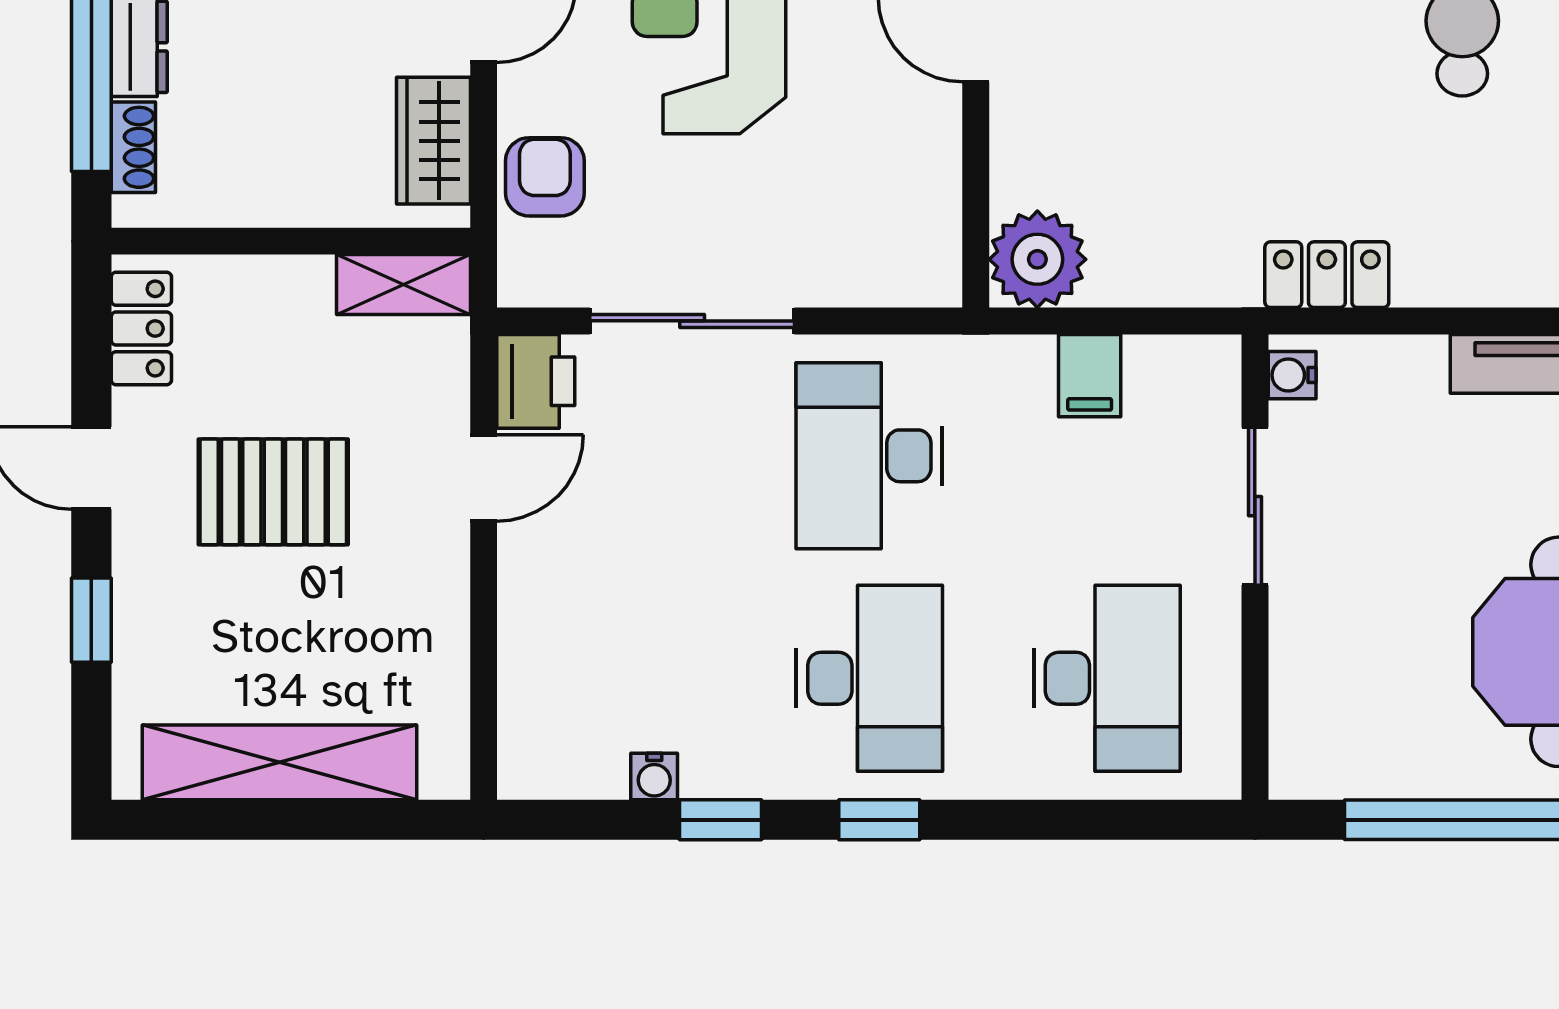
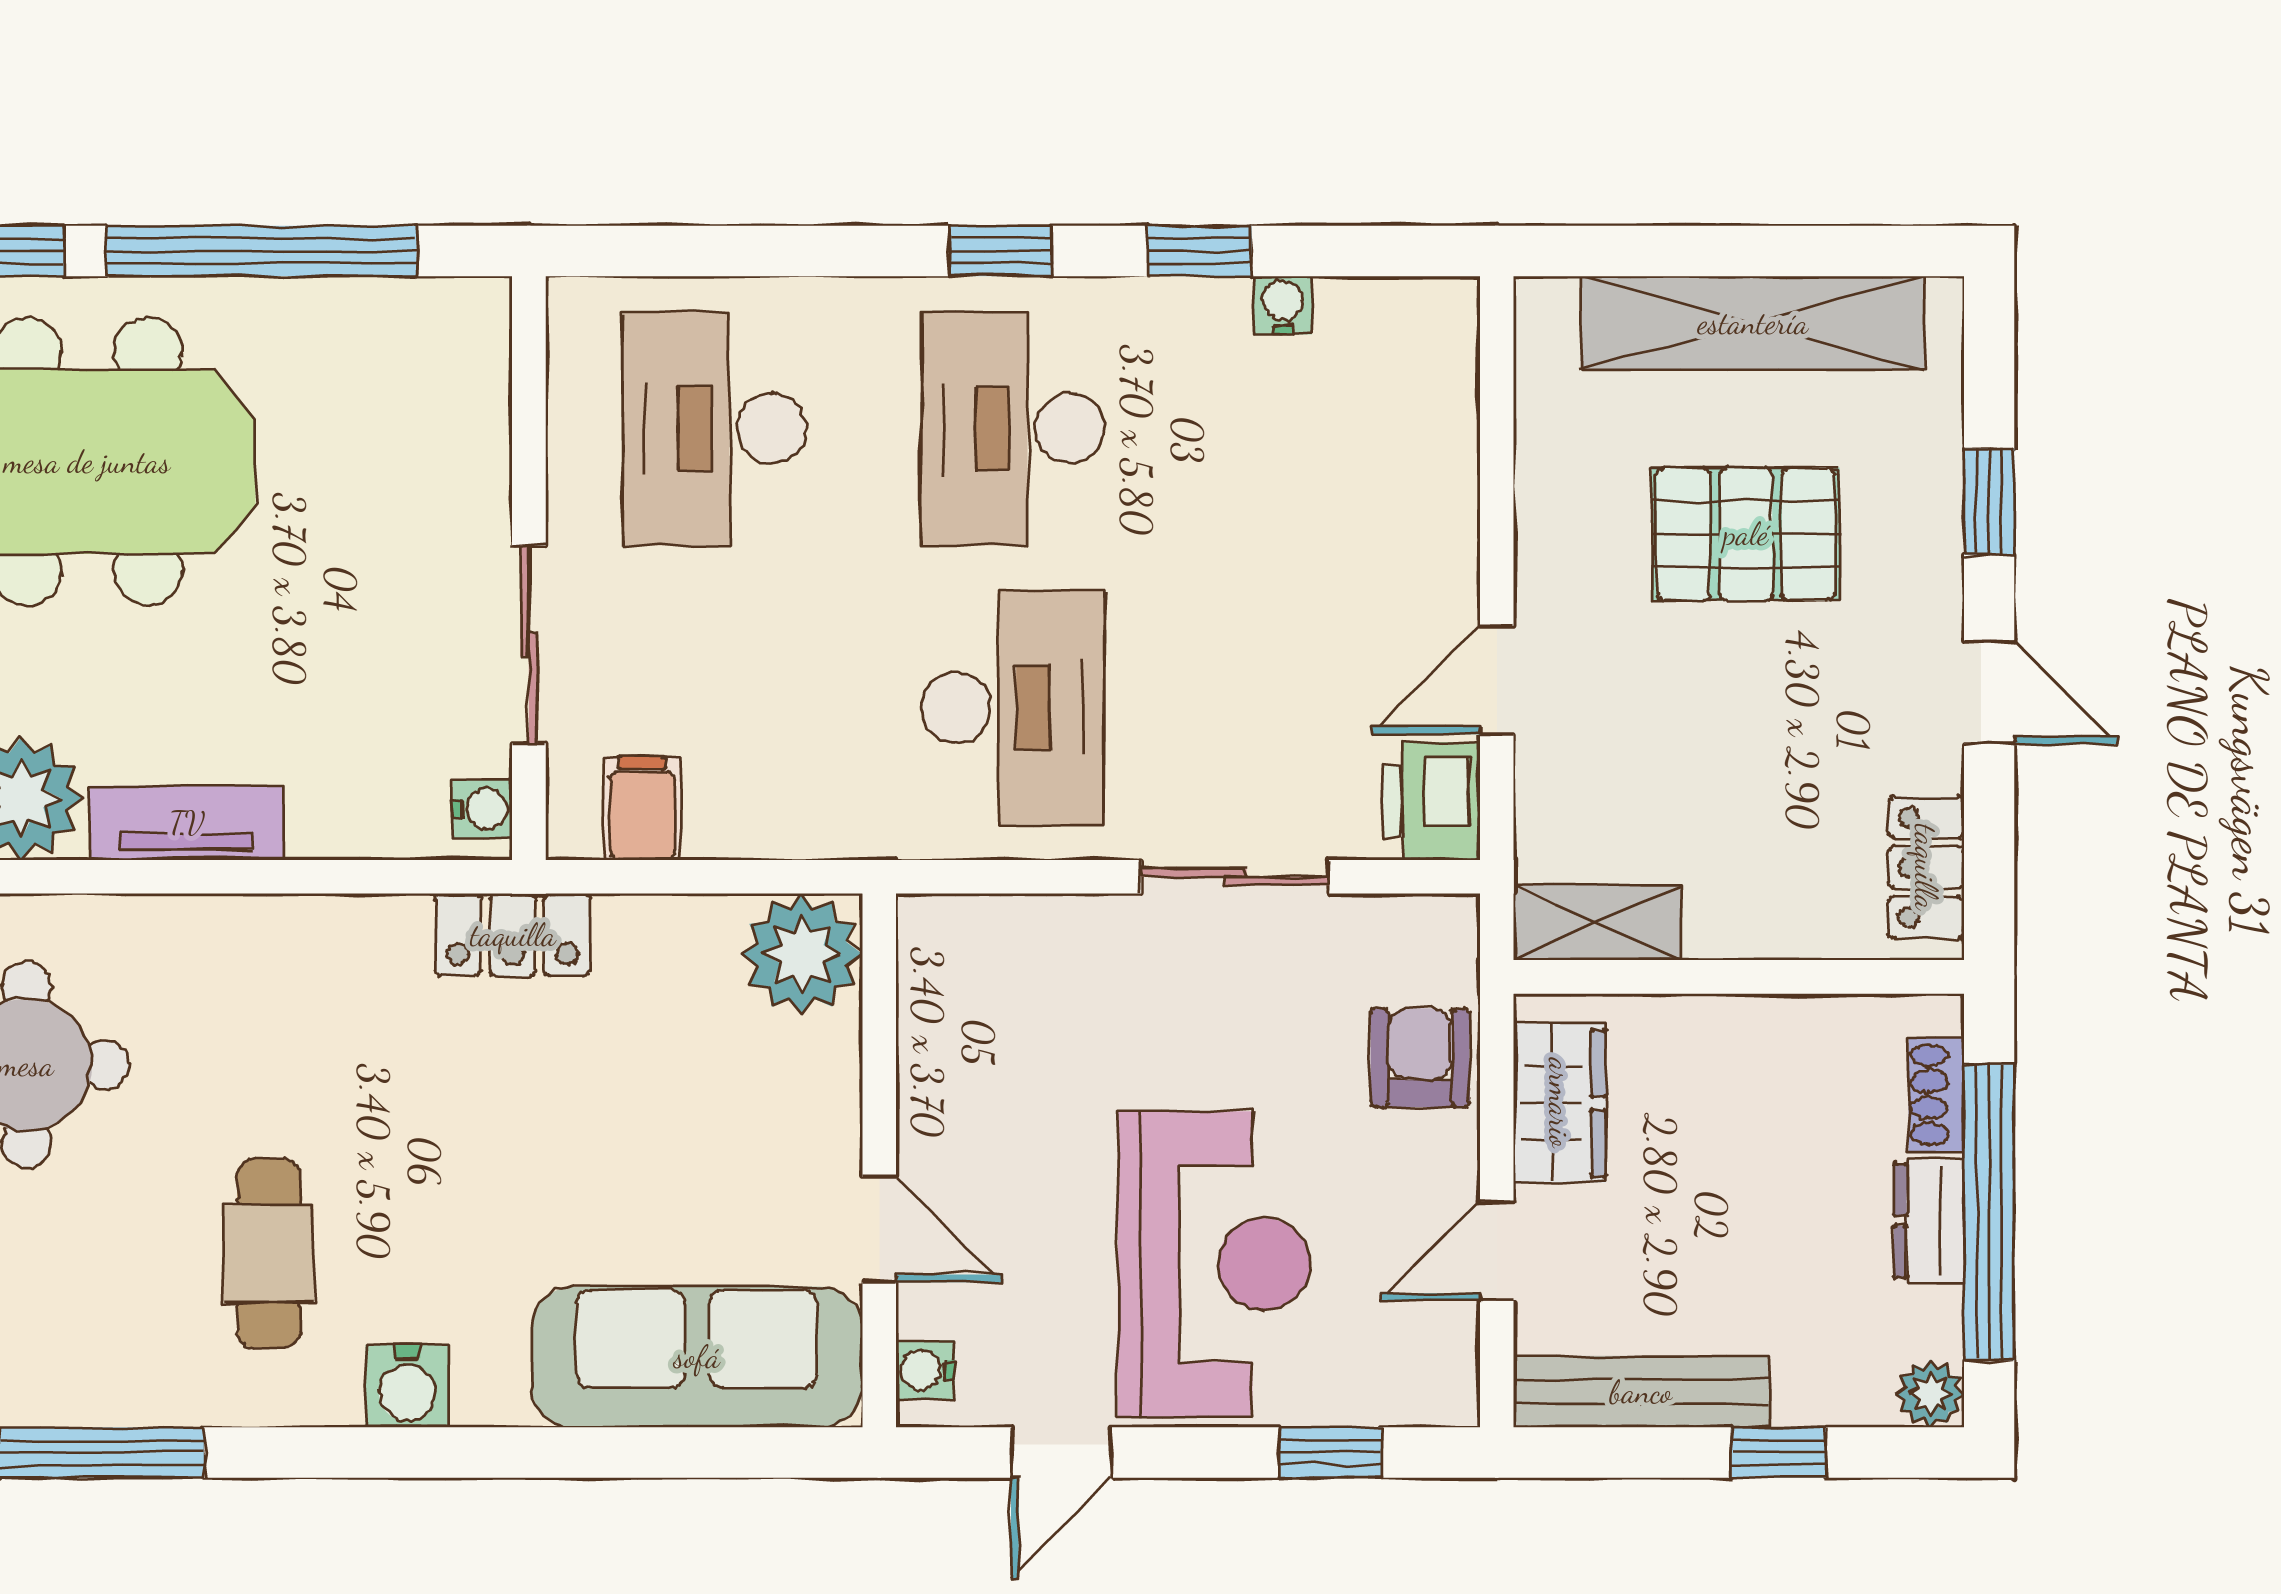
armchair: (545, 177) -> (1420, 1058), turned 180
locker: (1327, 275) -> (513, 935), moved
sliding door: (692, 321) -> (1235, 877), width x0.73
filing cabinet: (1090, 376) -> (642, 808), moved
pallet: (273, 492) -> (1746, 534), moved

